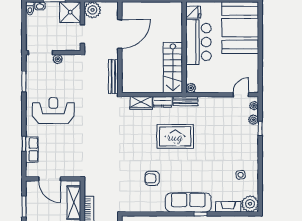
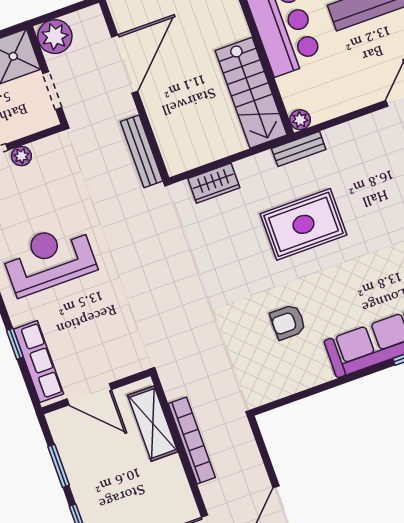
dresser: (163, 102) -> (255, 166), removed
row of seats: (32, 150) -> (39, 362), width x1.48

